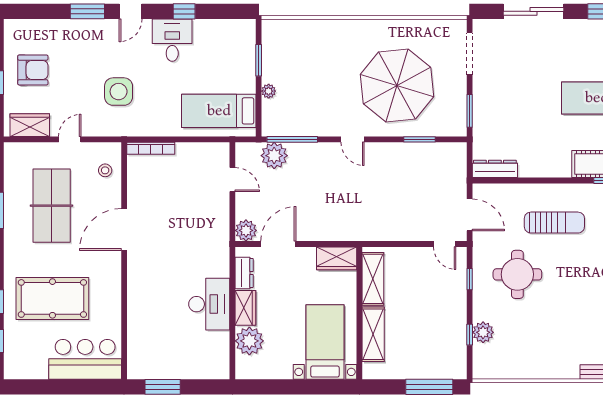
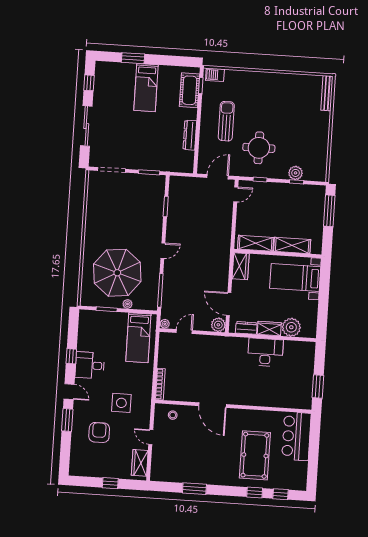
armchair: (33, 70) -> (99, 432), moved
parasol: (397, 85) -> (117, 273), moved
plant: (274, 156) -> (165, 324), moved, width x0.53, depth x0.53
dresser: (495, 169) -> (190, 135), moved
table tennis table: (52, 206) -> (194, 452), removed

